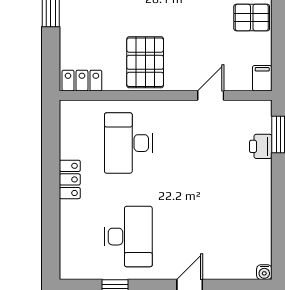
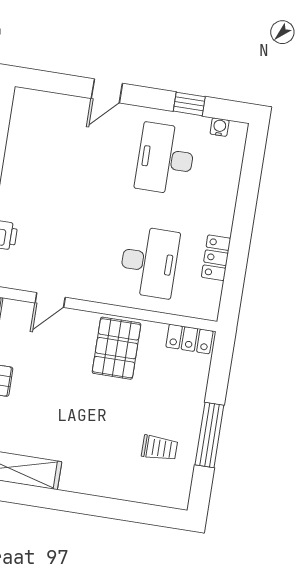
locker: (70, 179) -> (216, 258), moved
water cooler: (264, 272) -> (220, 127), moved

